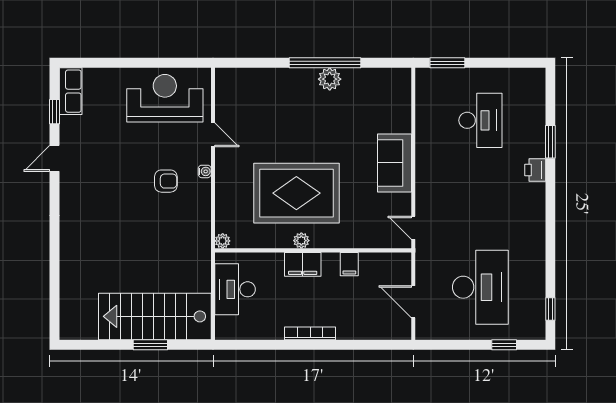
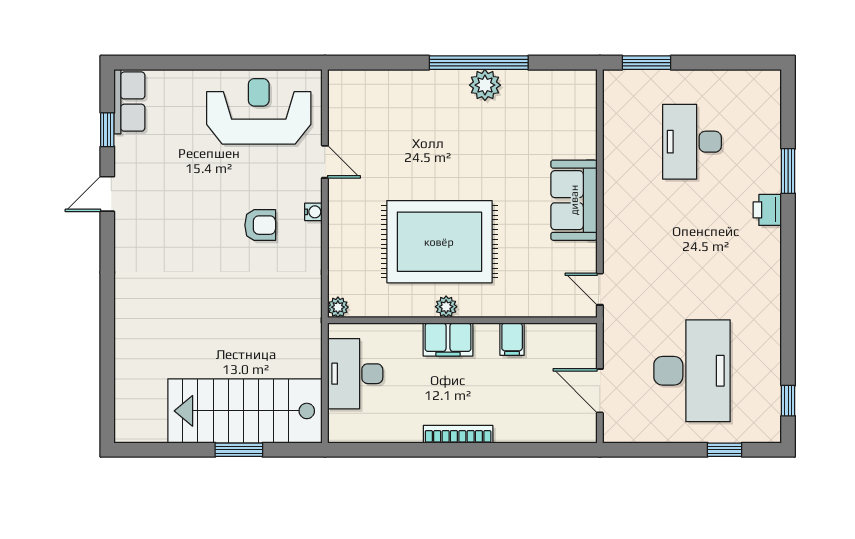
desk: (480, 120) -> (692, 142), turned 180

